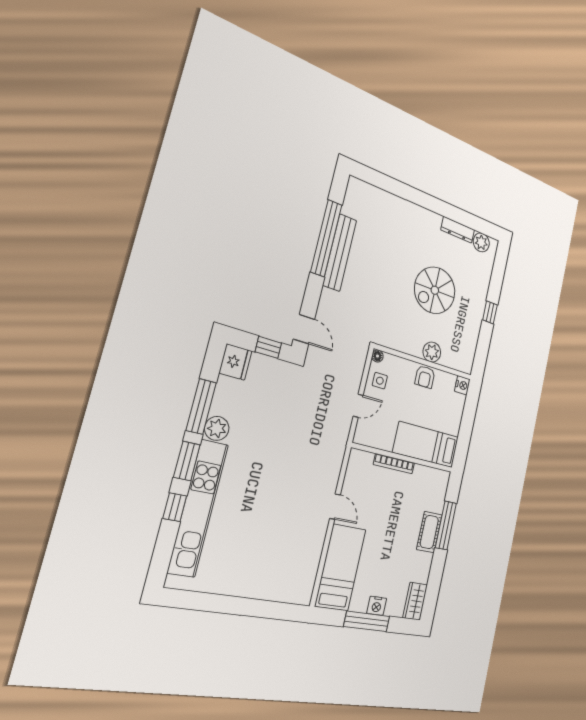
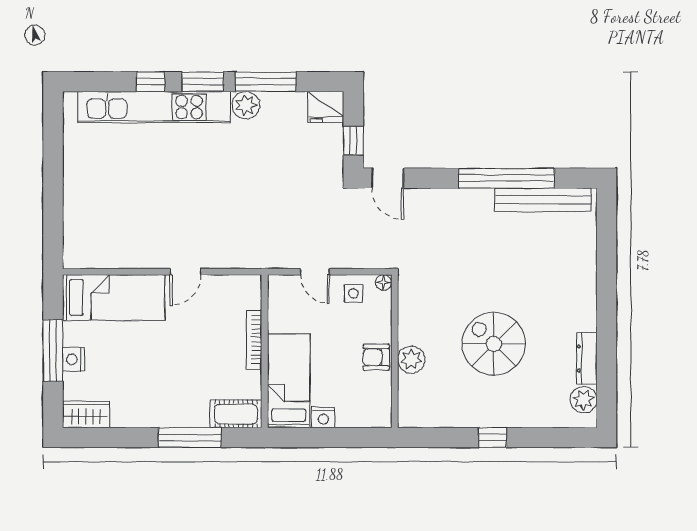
bench: (340, 253) -> (543, 200), moved
door: (304, 329) -> (388, 178), hinge flipped
nightstand: (462, 385) -> (323, 417), moved
cot: (429, 532) -> (236, 414), moved

